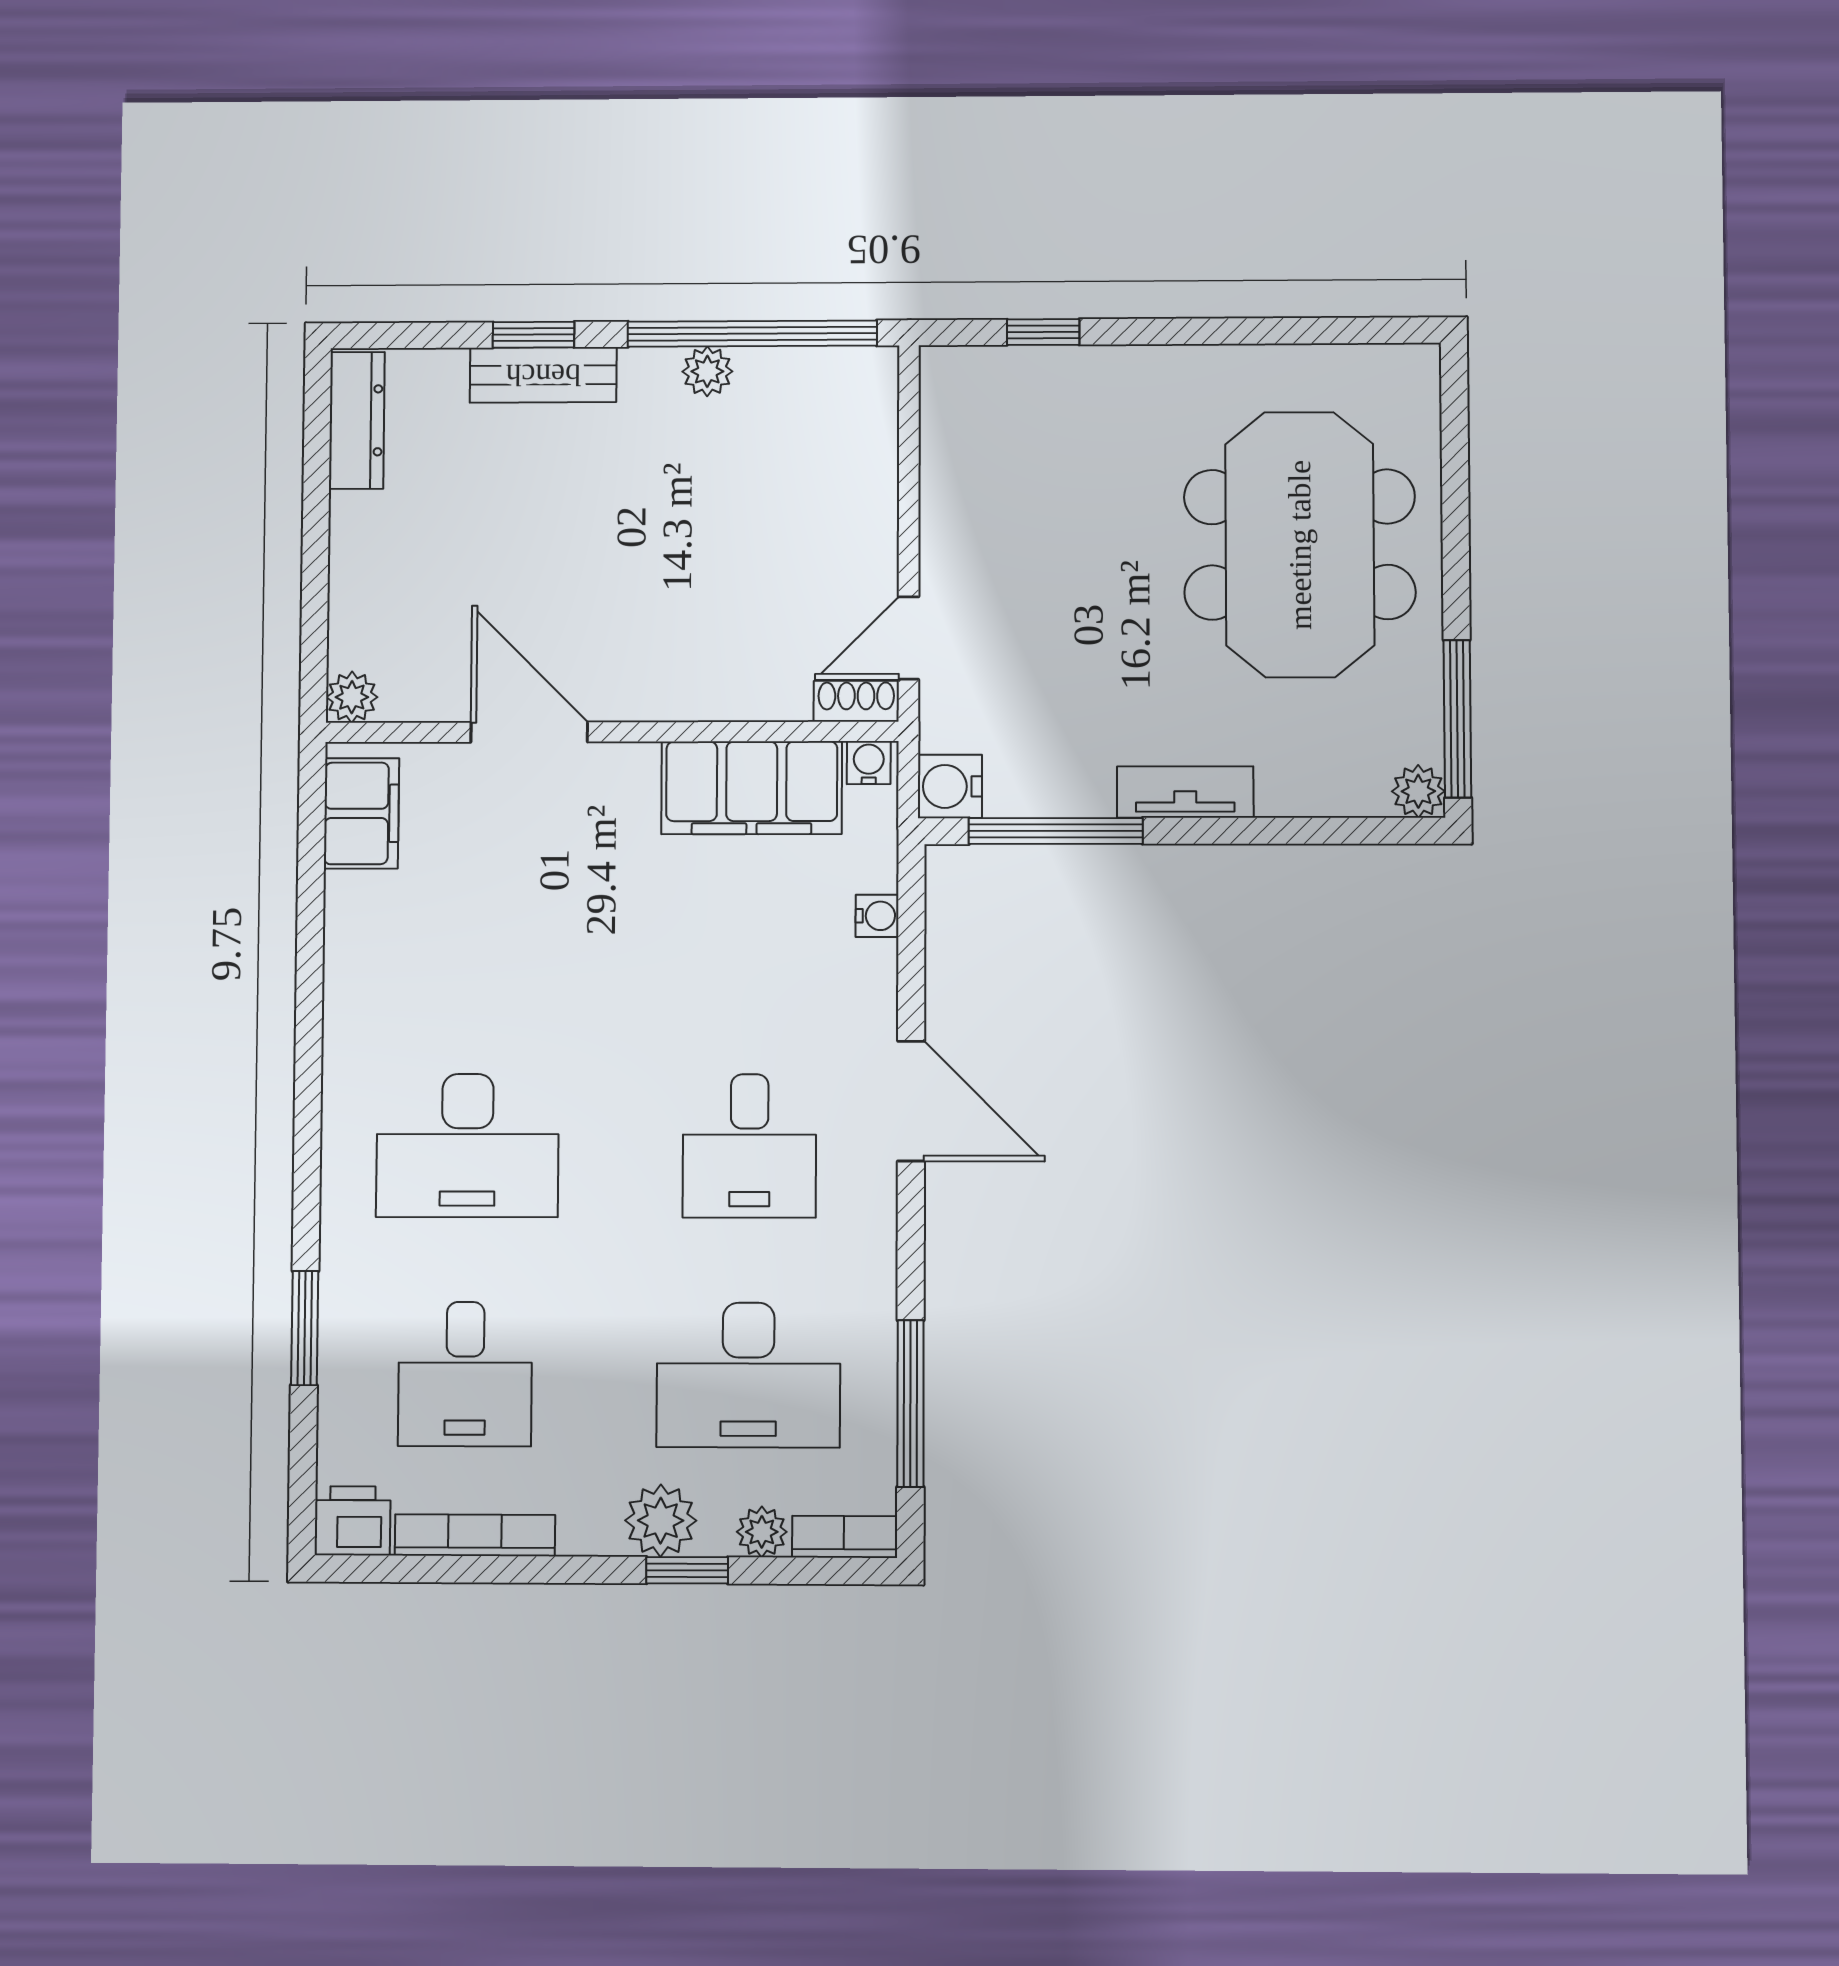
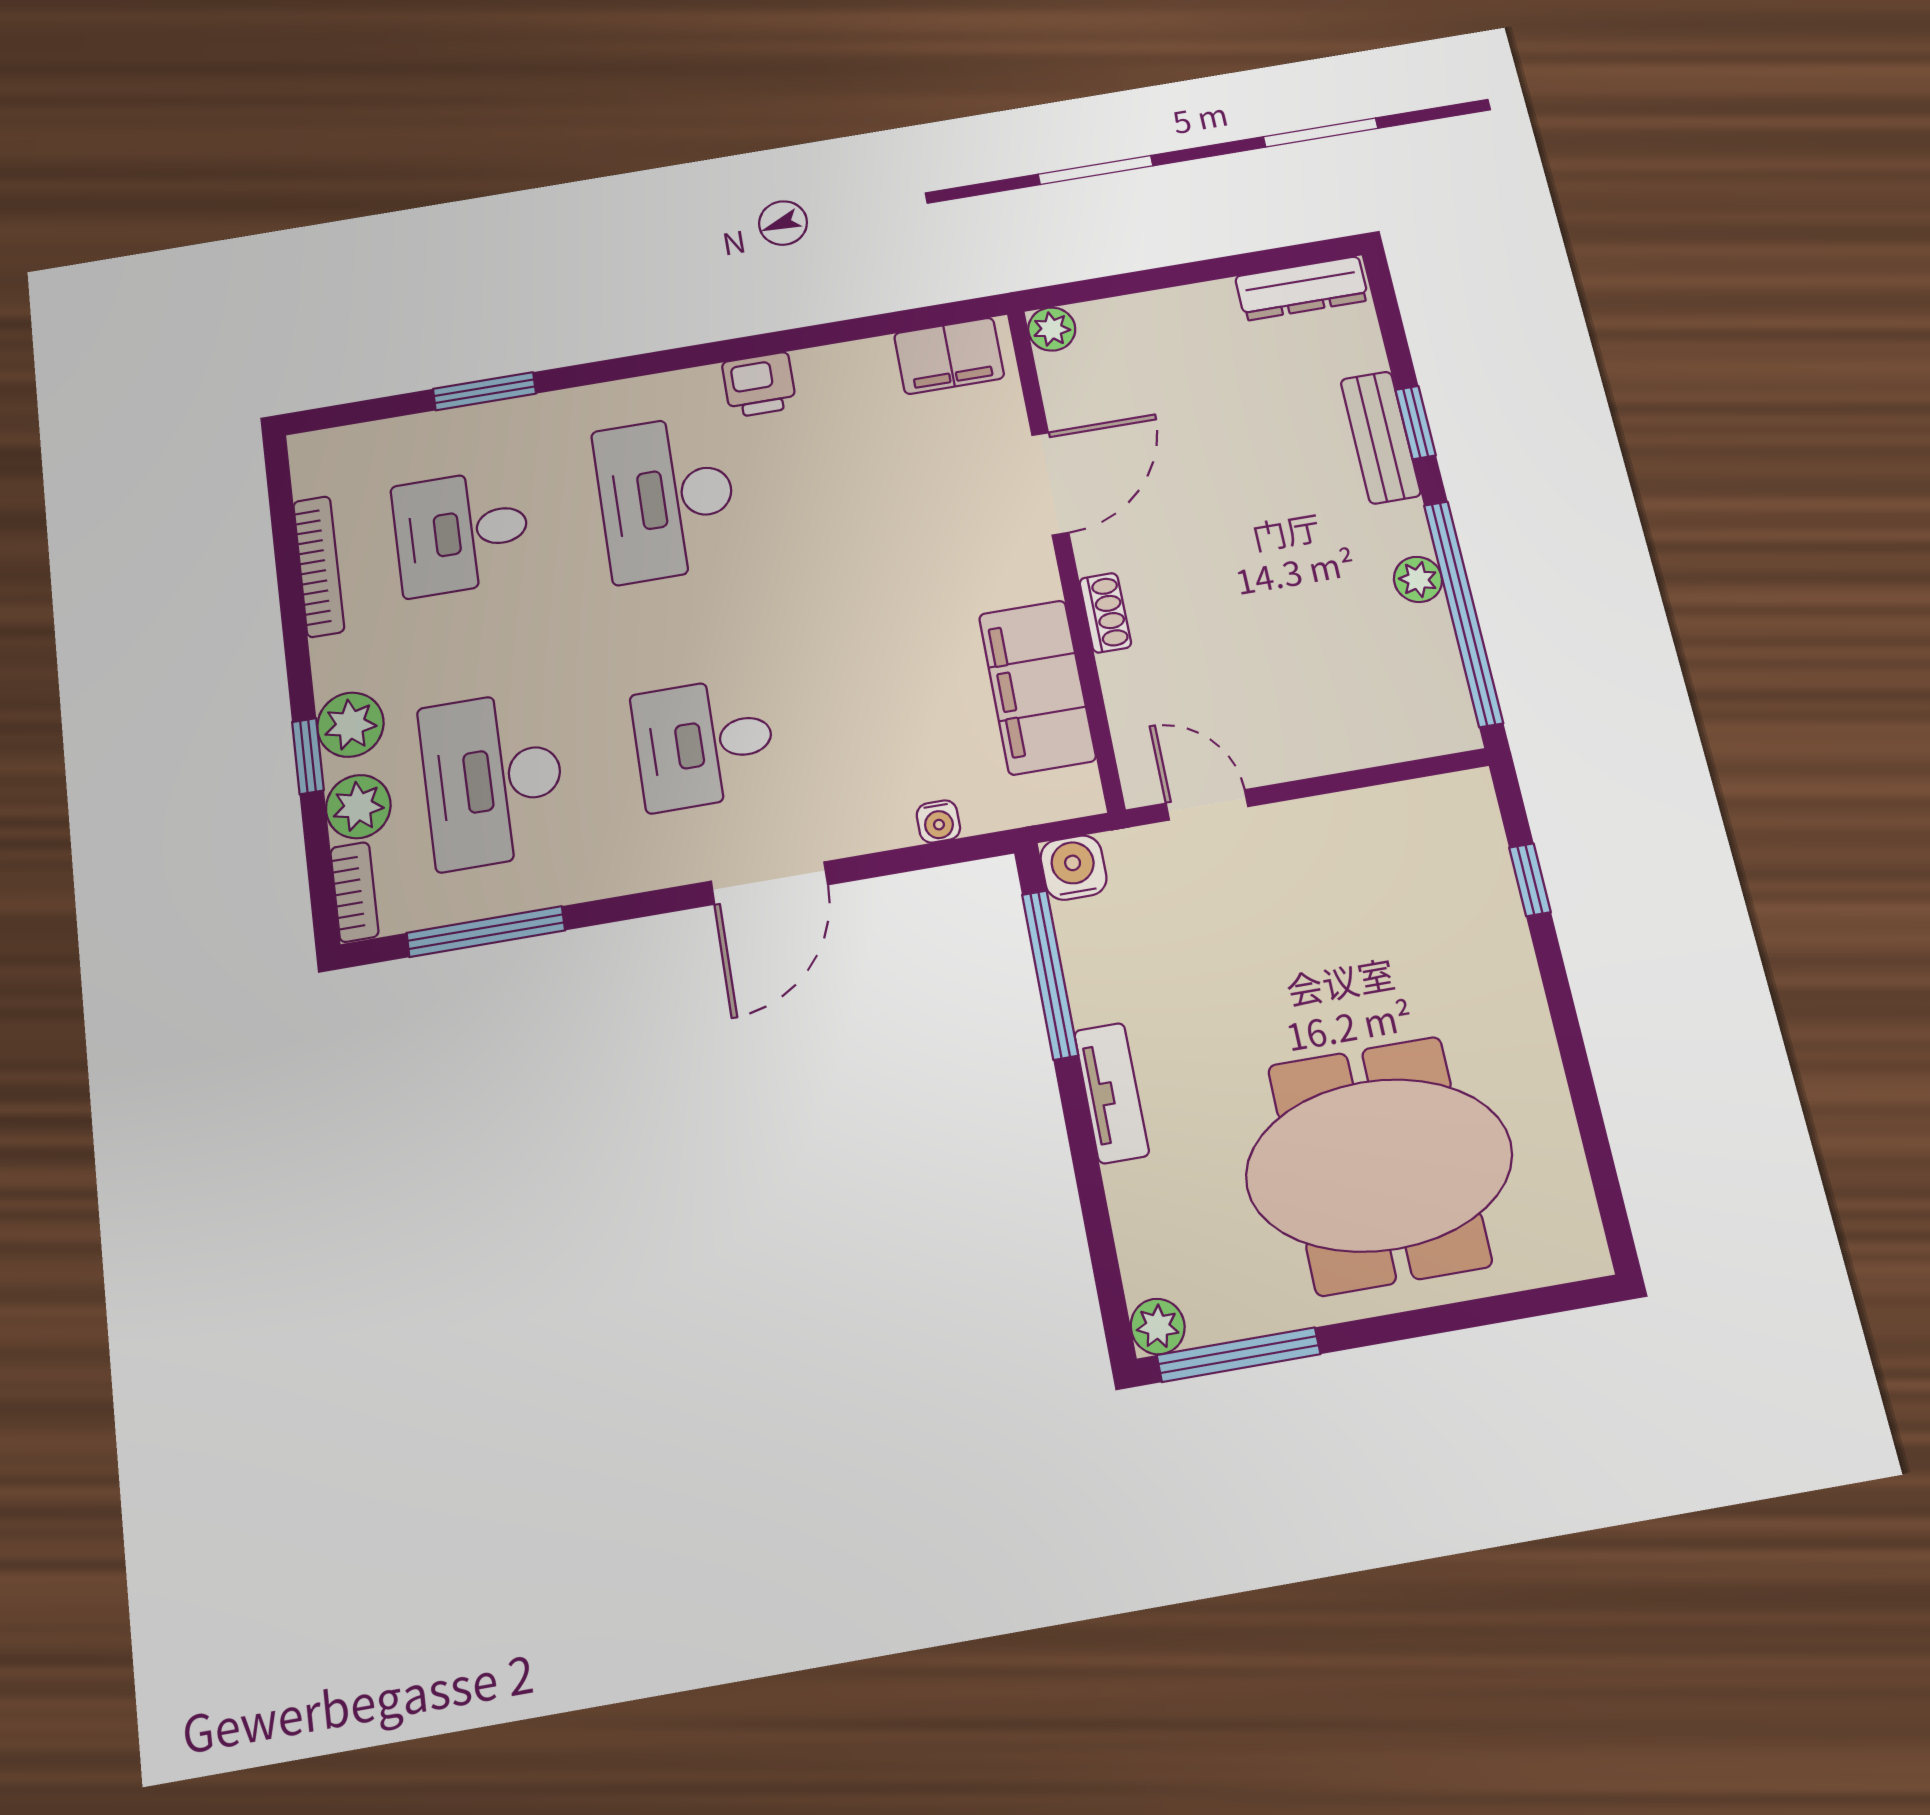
shoe rack: (856, 701) -> (1105, 613), moved
water cooler: (869, 763) -> (1081, 789), removed
printer: (353, 1521) -> (759, 385), moved, turned 90
plant: (762, 1532) -> (358, 807), width x1.38, depth x1.38

